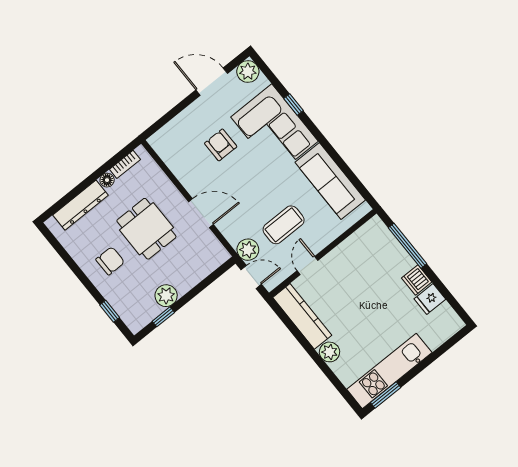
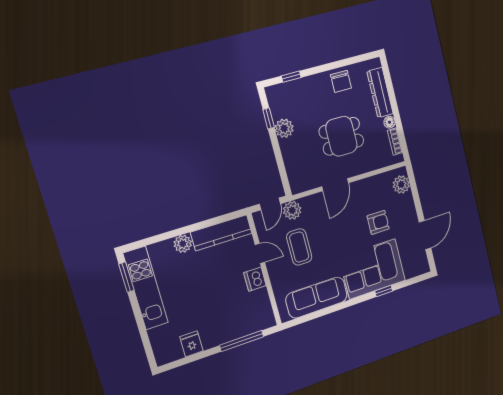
plant: (248, 72) -> (401, 184), moved
chair: (110, 261) -> (341, 81), moved
dishwasher: (417, 280) -> (255, 279), moved, turned -90

